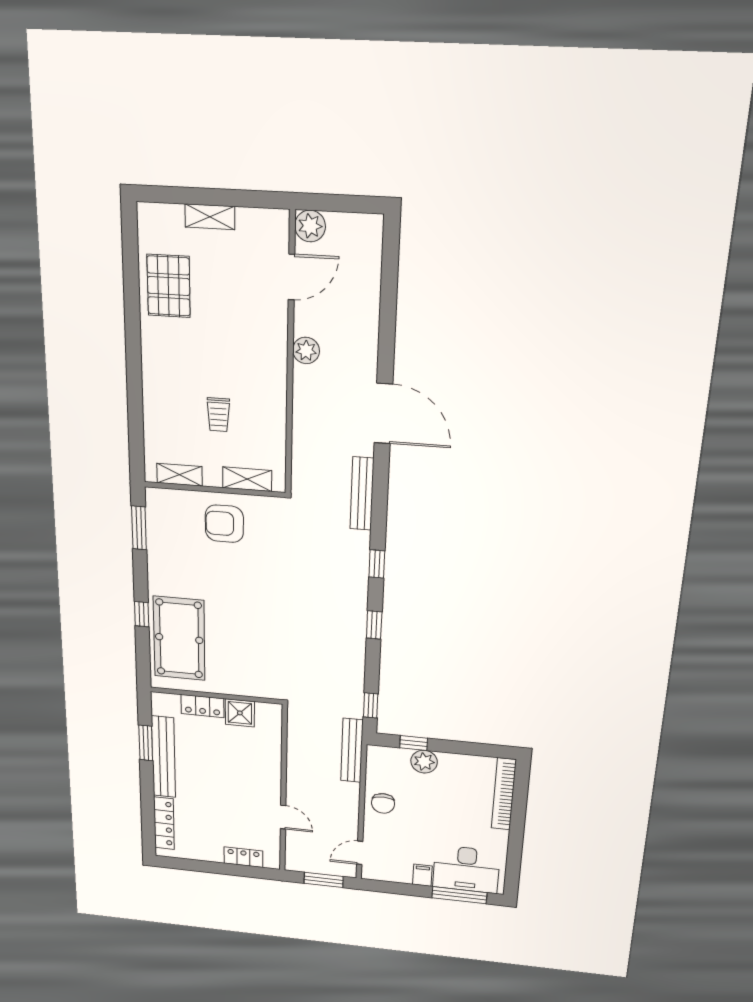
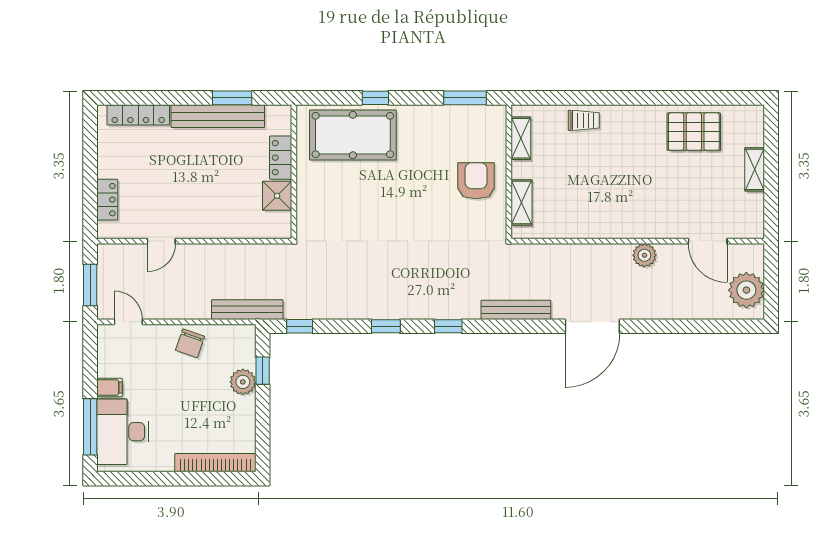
plant: (310, 226) -> (746, 290), moved, width x1.36, depth x1.36
trolley: (218, 415) -> (584, 120), moved, turned 180
chair: (383, 803) -> (190, 343), turned -71

